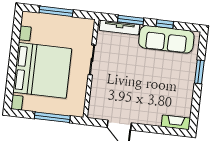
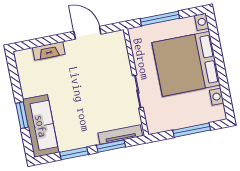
window: (165, 24) -> (74, 153), width x1.50
sofa: (166, 39) -> (41, 126), moved, turned 90
fireplace: (176, 122) -> (49, 51), moved

